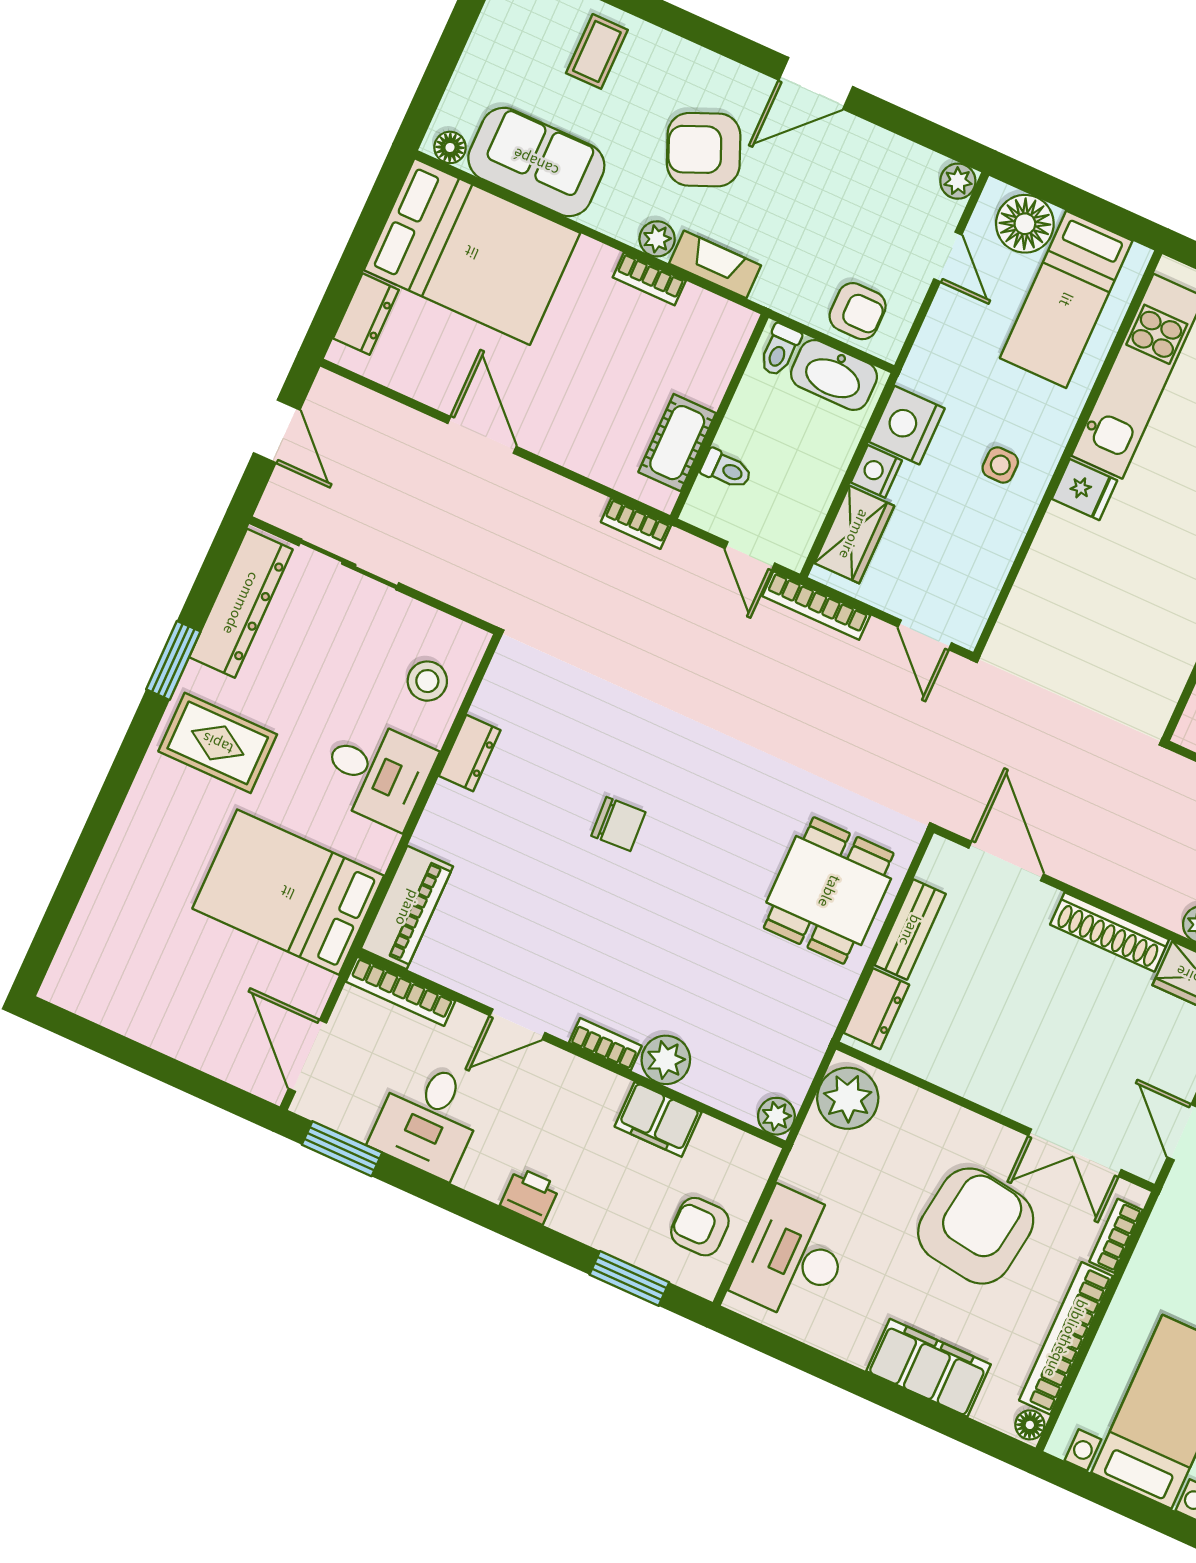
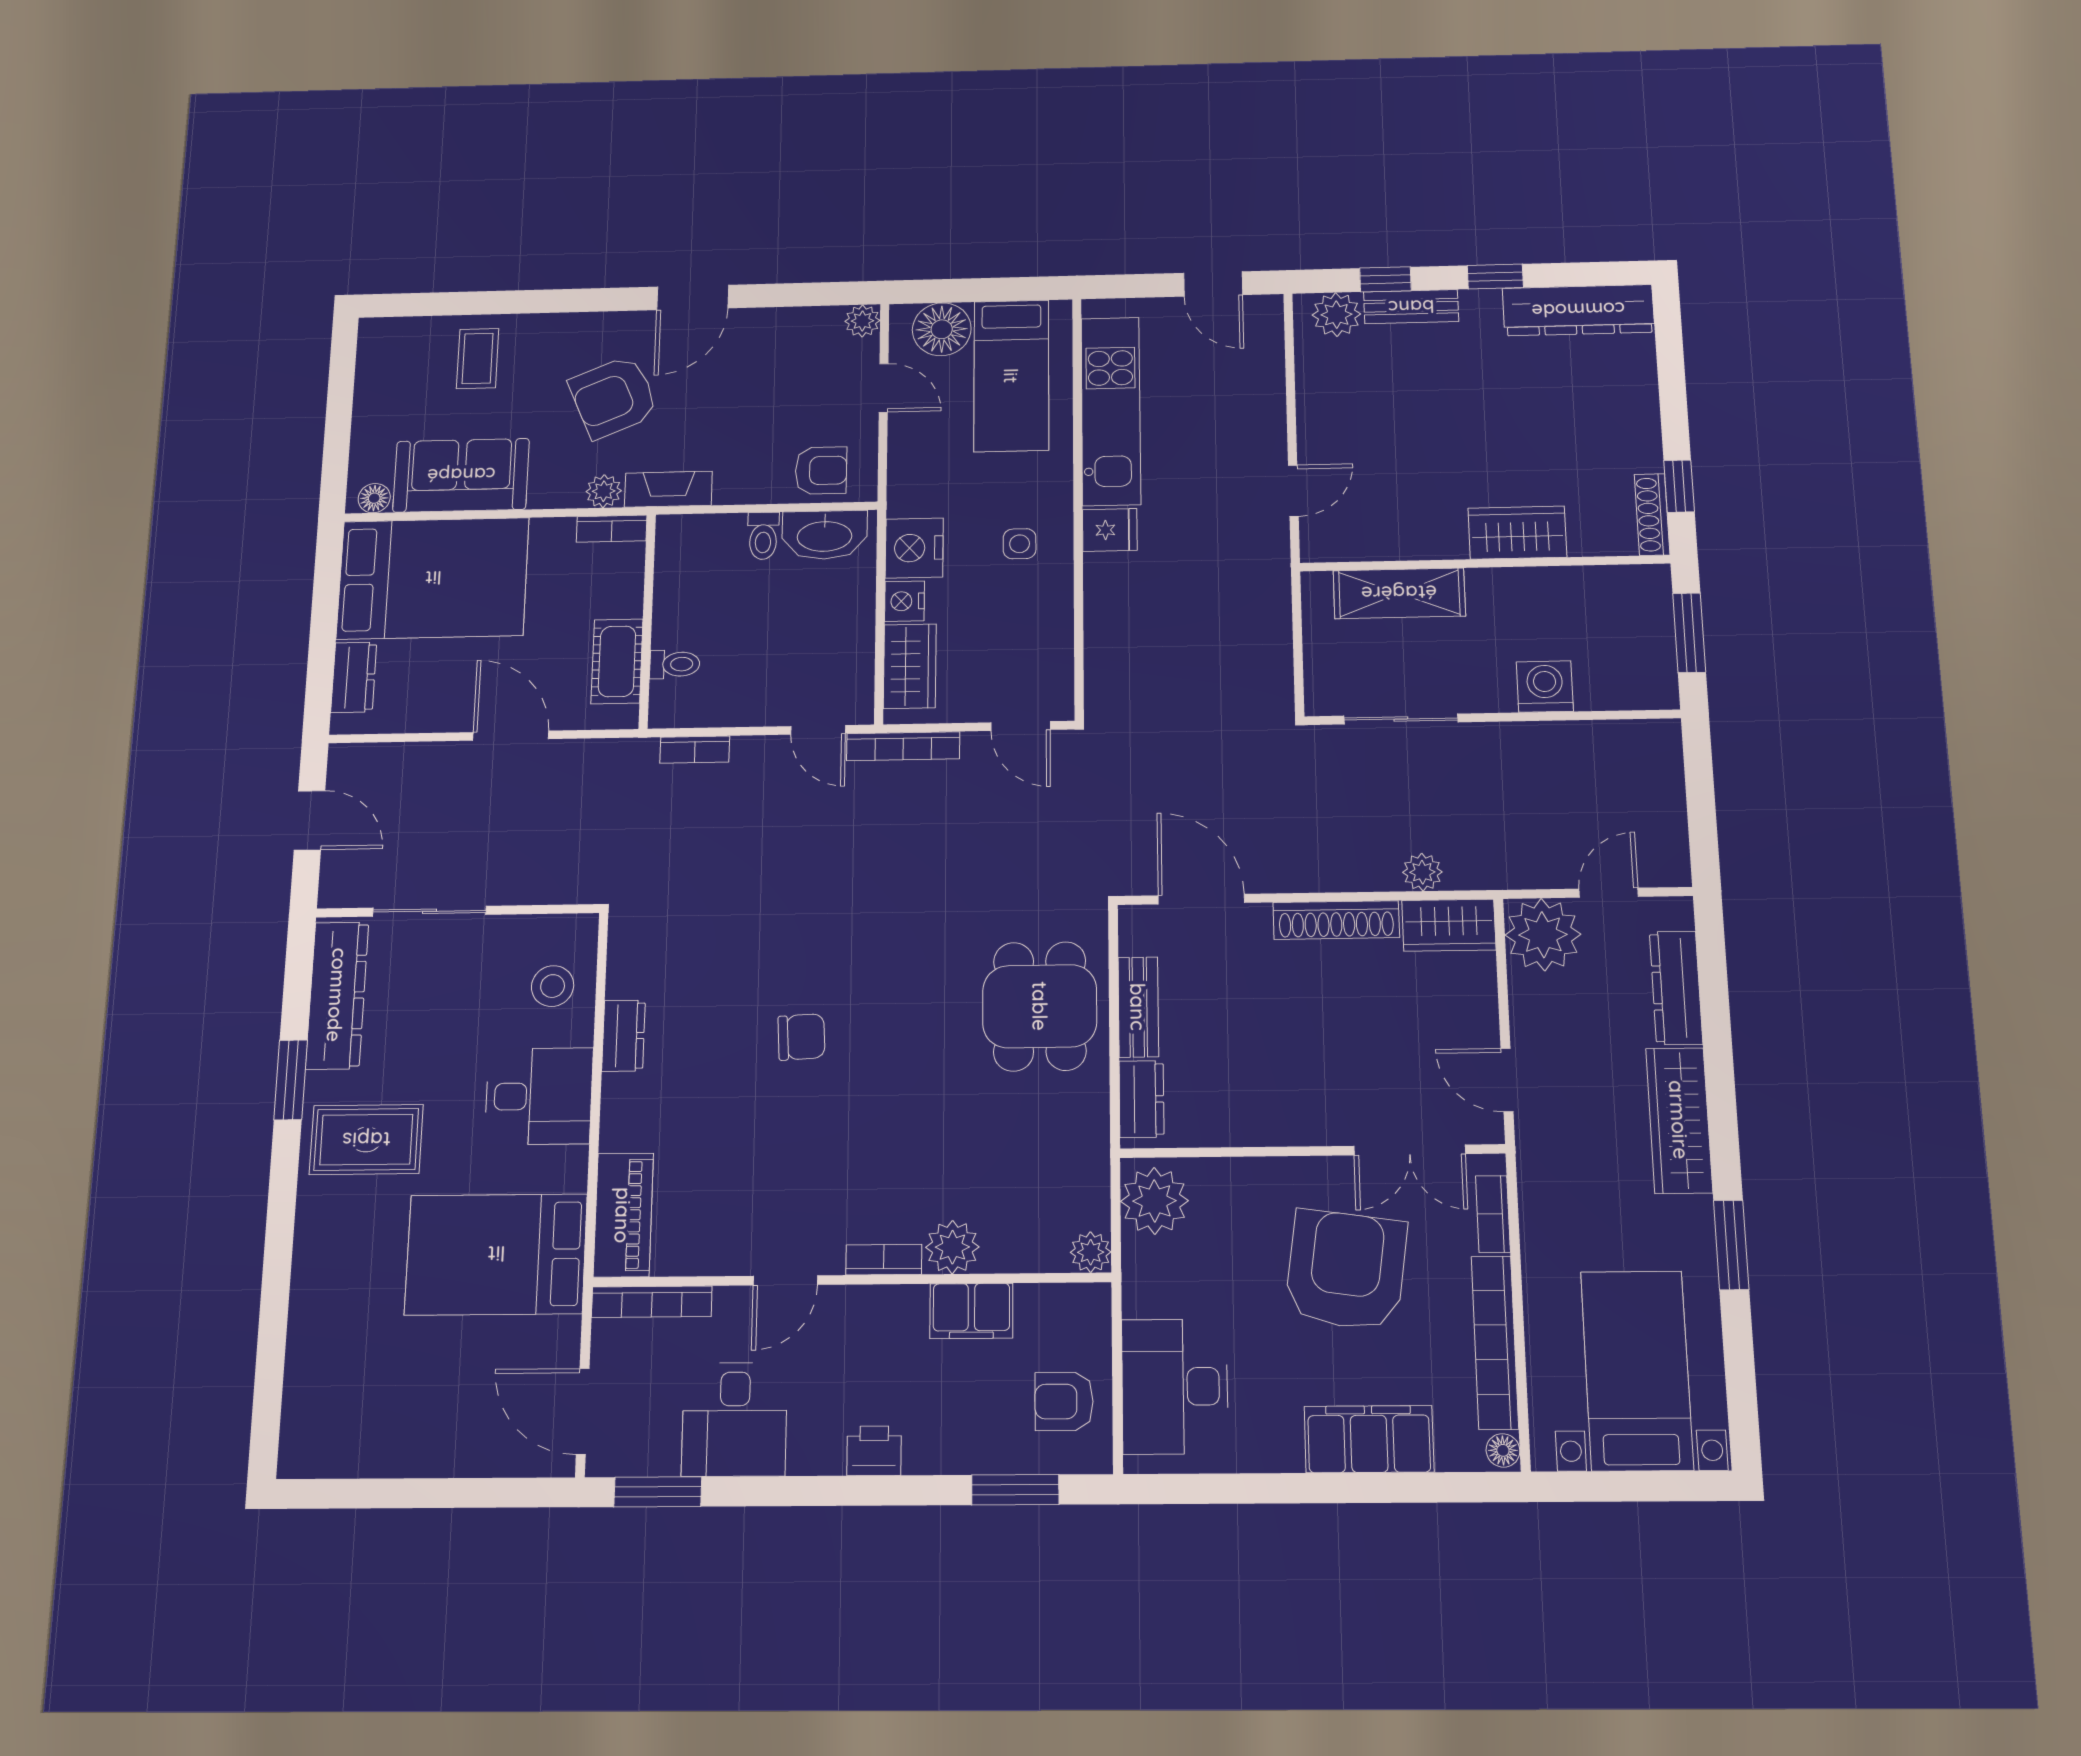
wall: (719, 417) -> (647, 621), moved
cot: (677, 443) -> (617, 661), moved
toilet: (726, 469) -> (675, 664), moved

